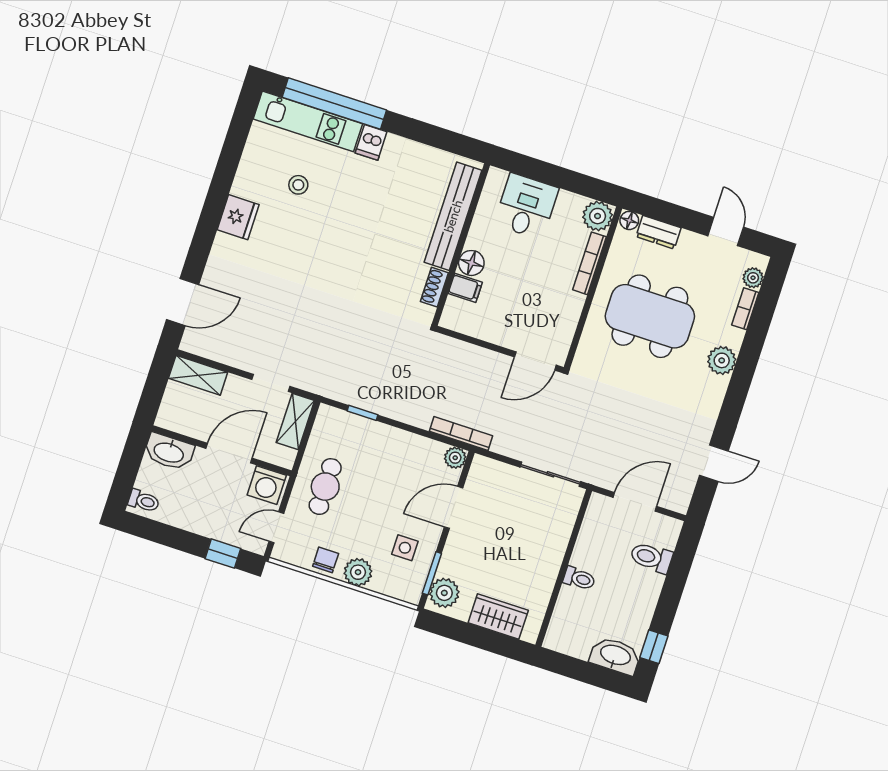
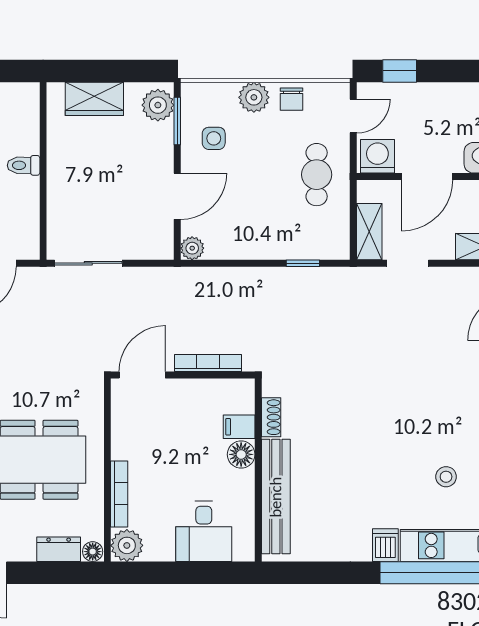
bookcase: (461, 434) -> (208, 363), moved, turned 180

